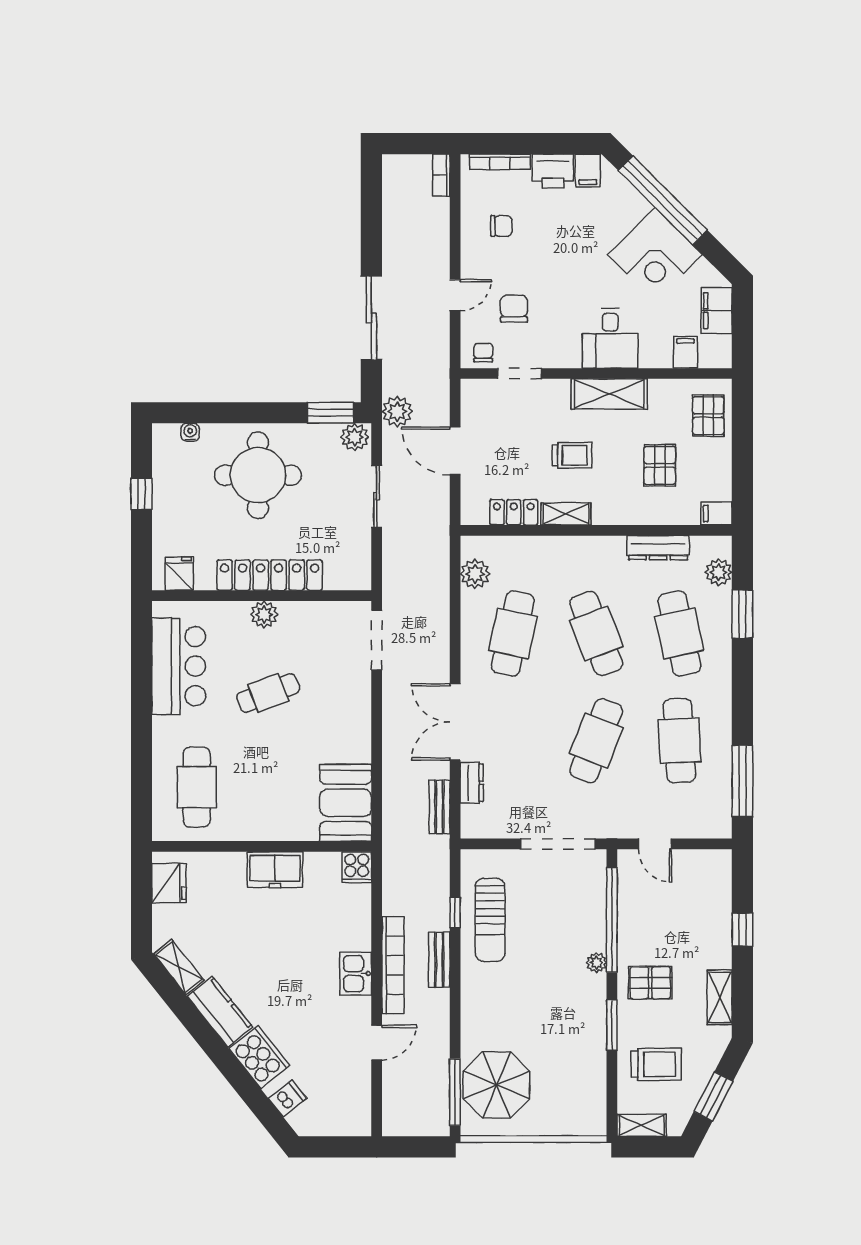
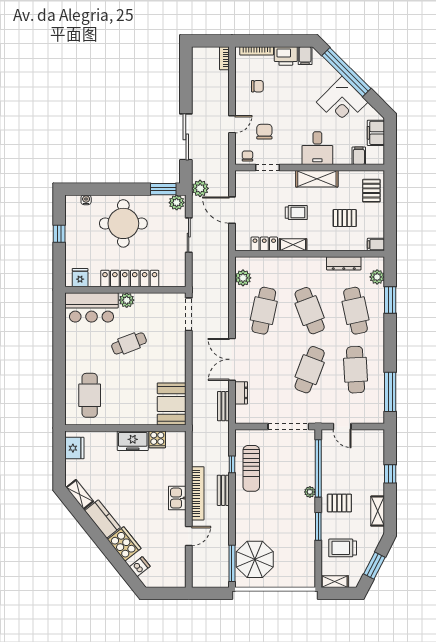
pallet: (660, 465) -> (345, 218), turned 90
bar counter: (179, 666) -> (92, 307), moved, turned 90
cooker: (357, 867) -> (157, 439), moved
trolley: (656, 1064) -> (343, 548), turned 180

